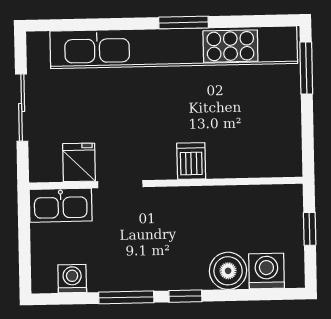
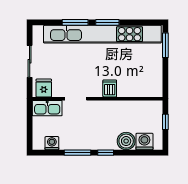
window: (116, 24) -> (75, 22), added
fridge: (79, 162) -> (44, 88), moved

